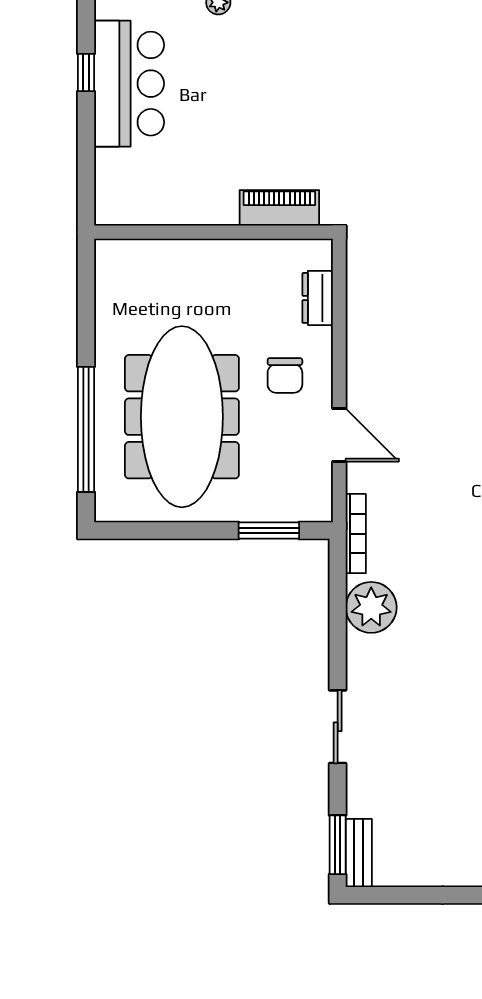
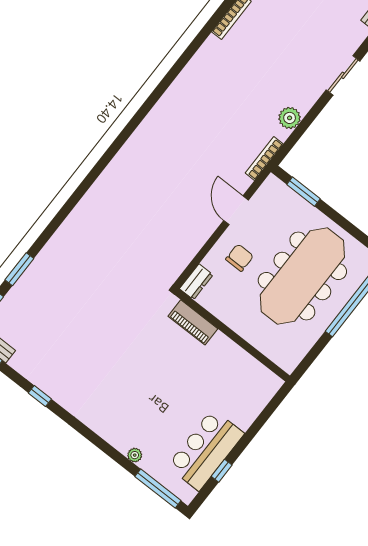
piano: (279, 208) -> (193, 322), moved
wall: (213, 232) -> (232, 335), moved
plant: (371, 607) -> (290, 118), width x0.73, depth x0.73

